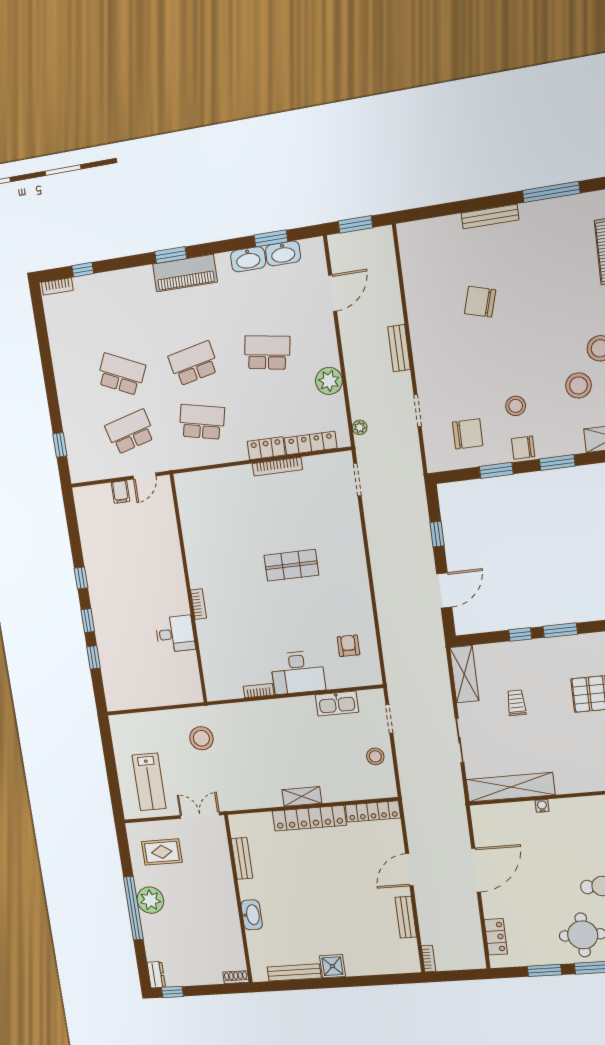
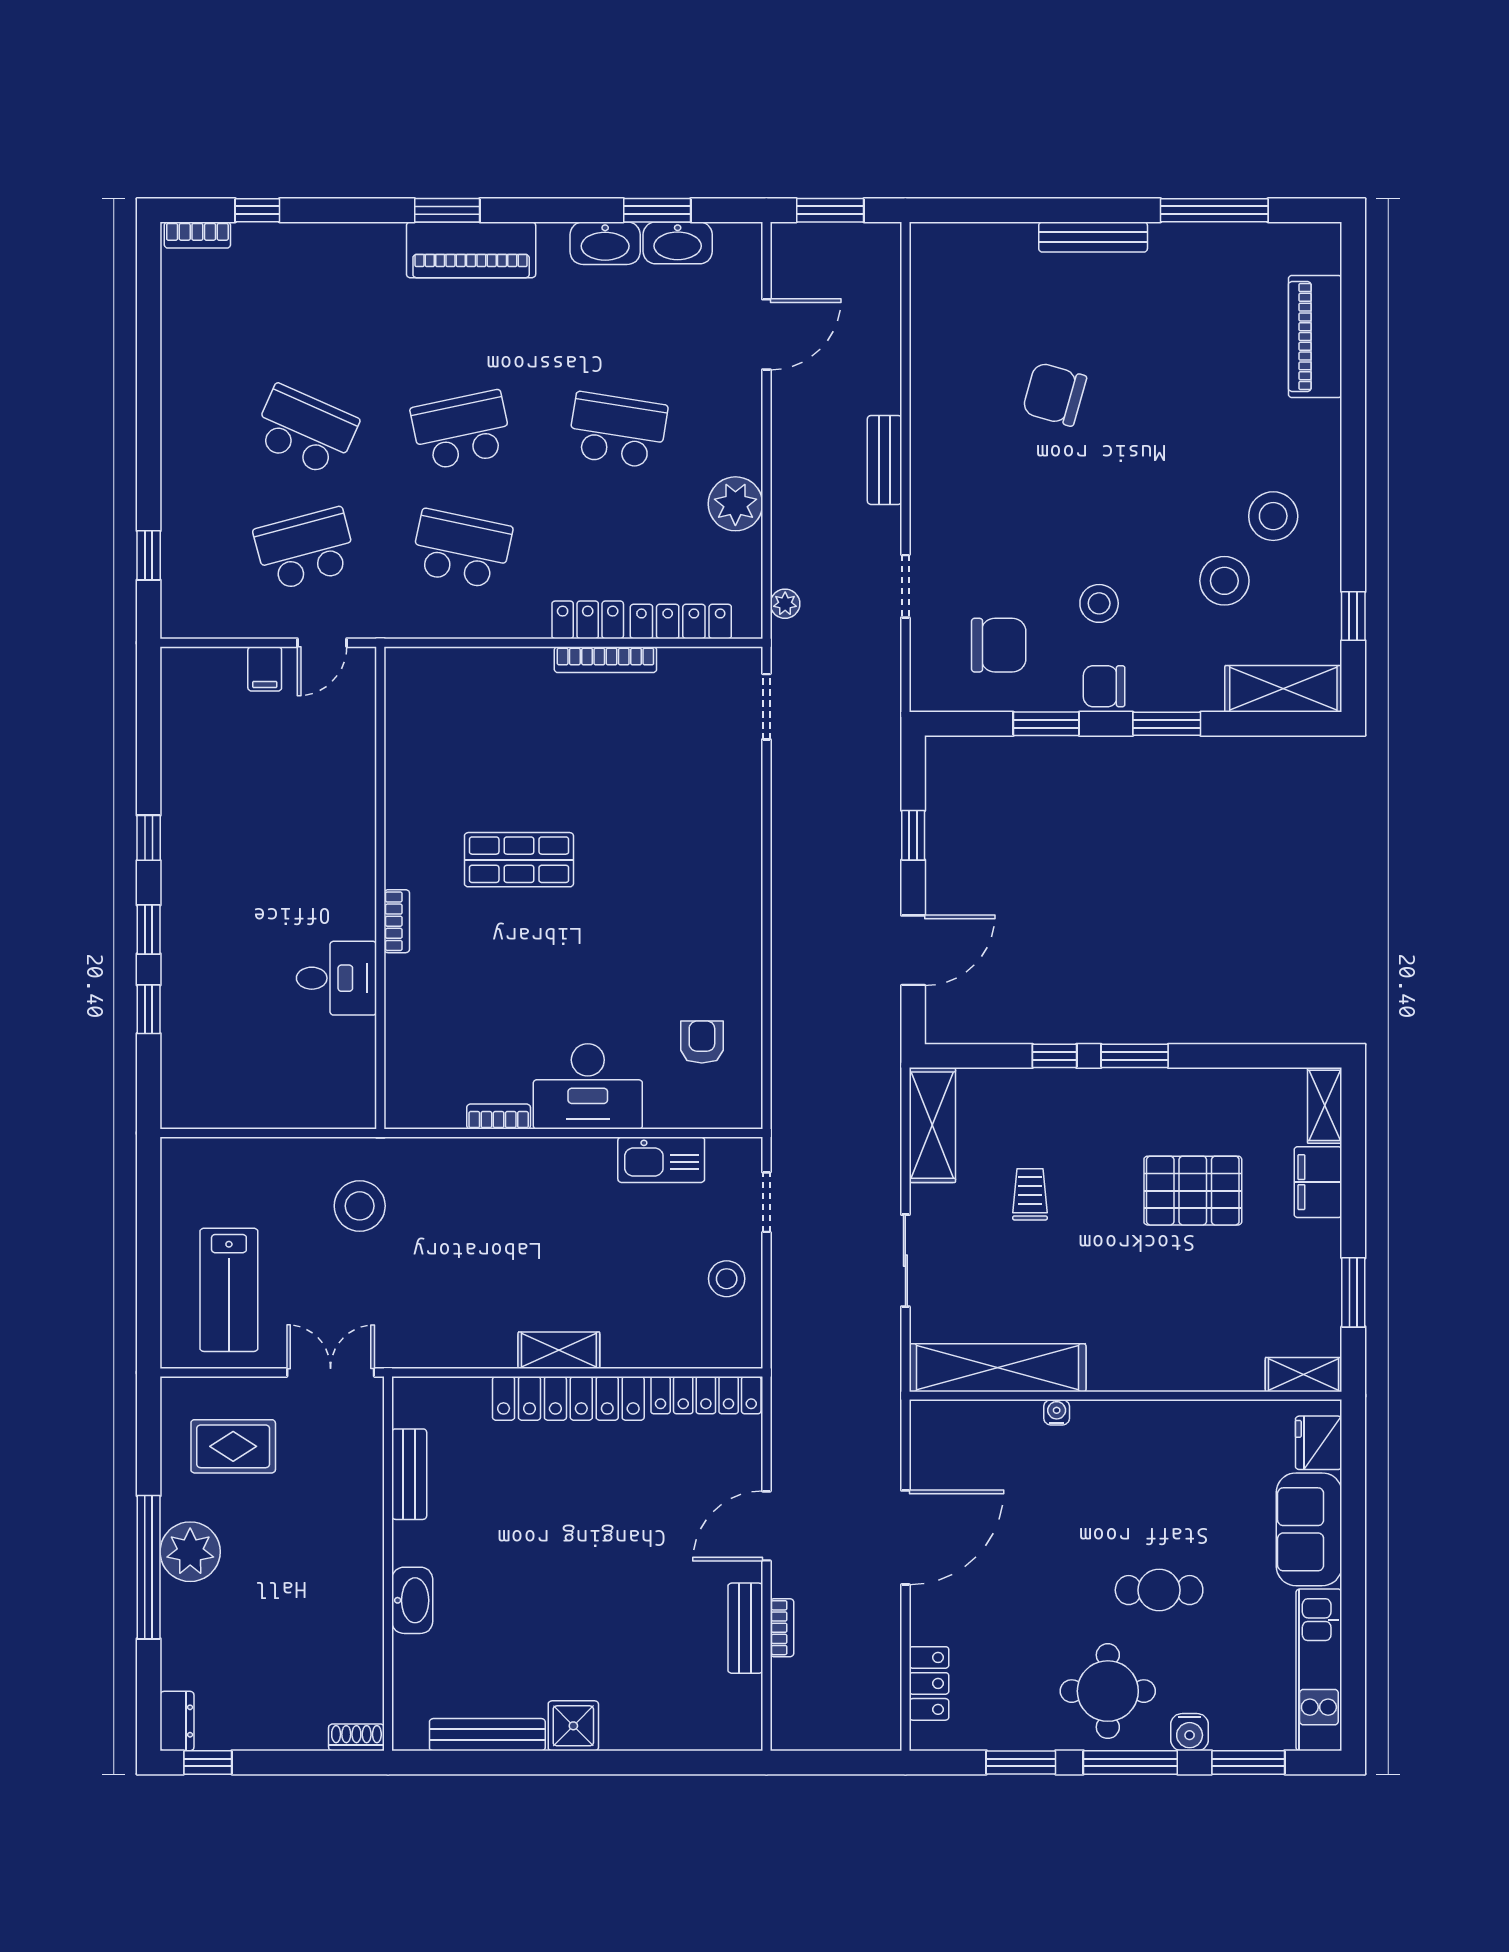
shop shelf: (291, 565) -> (519, 860), moved
bookcase: (429, 959) -> (782, 1628), moved

